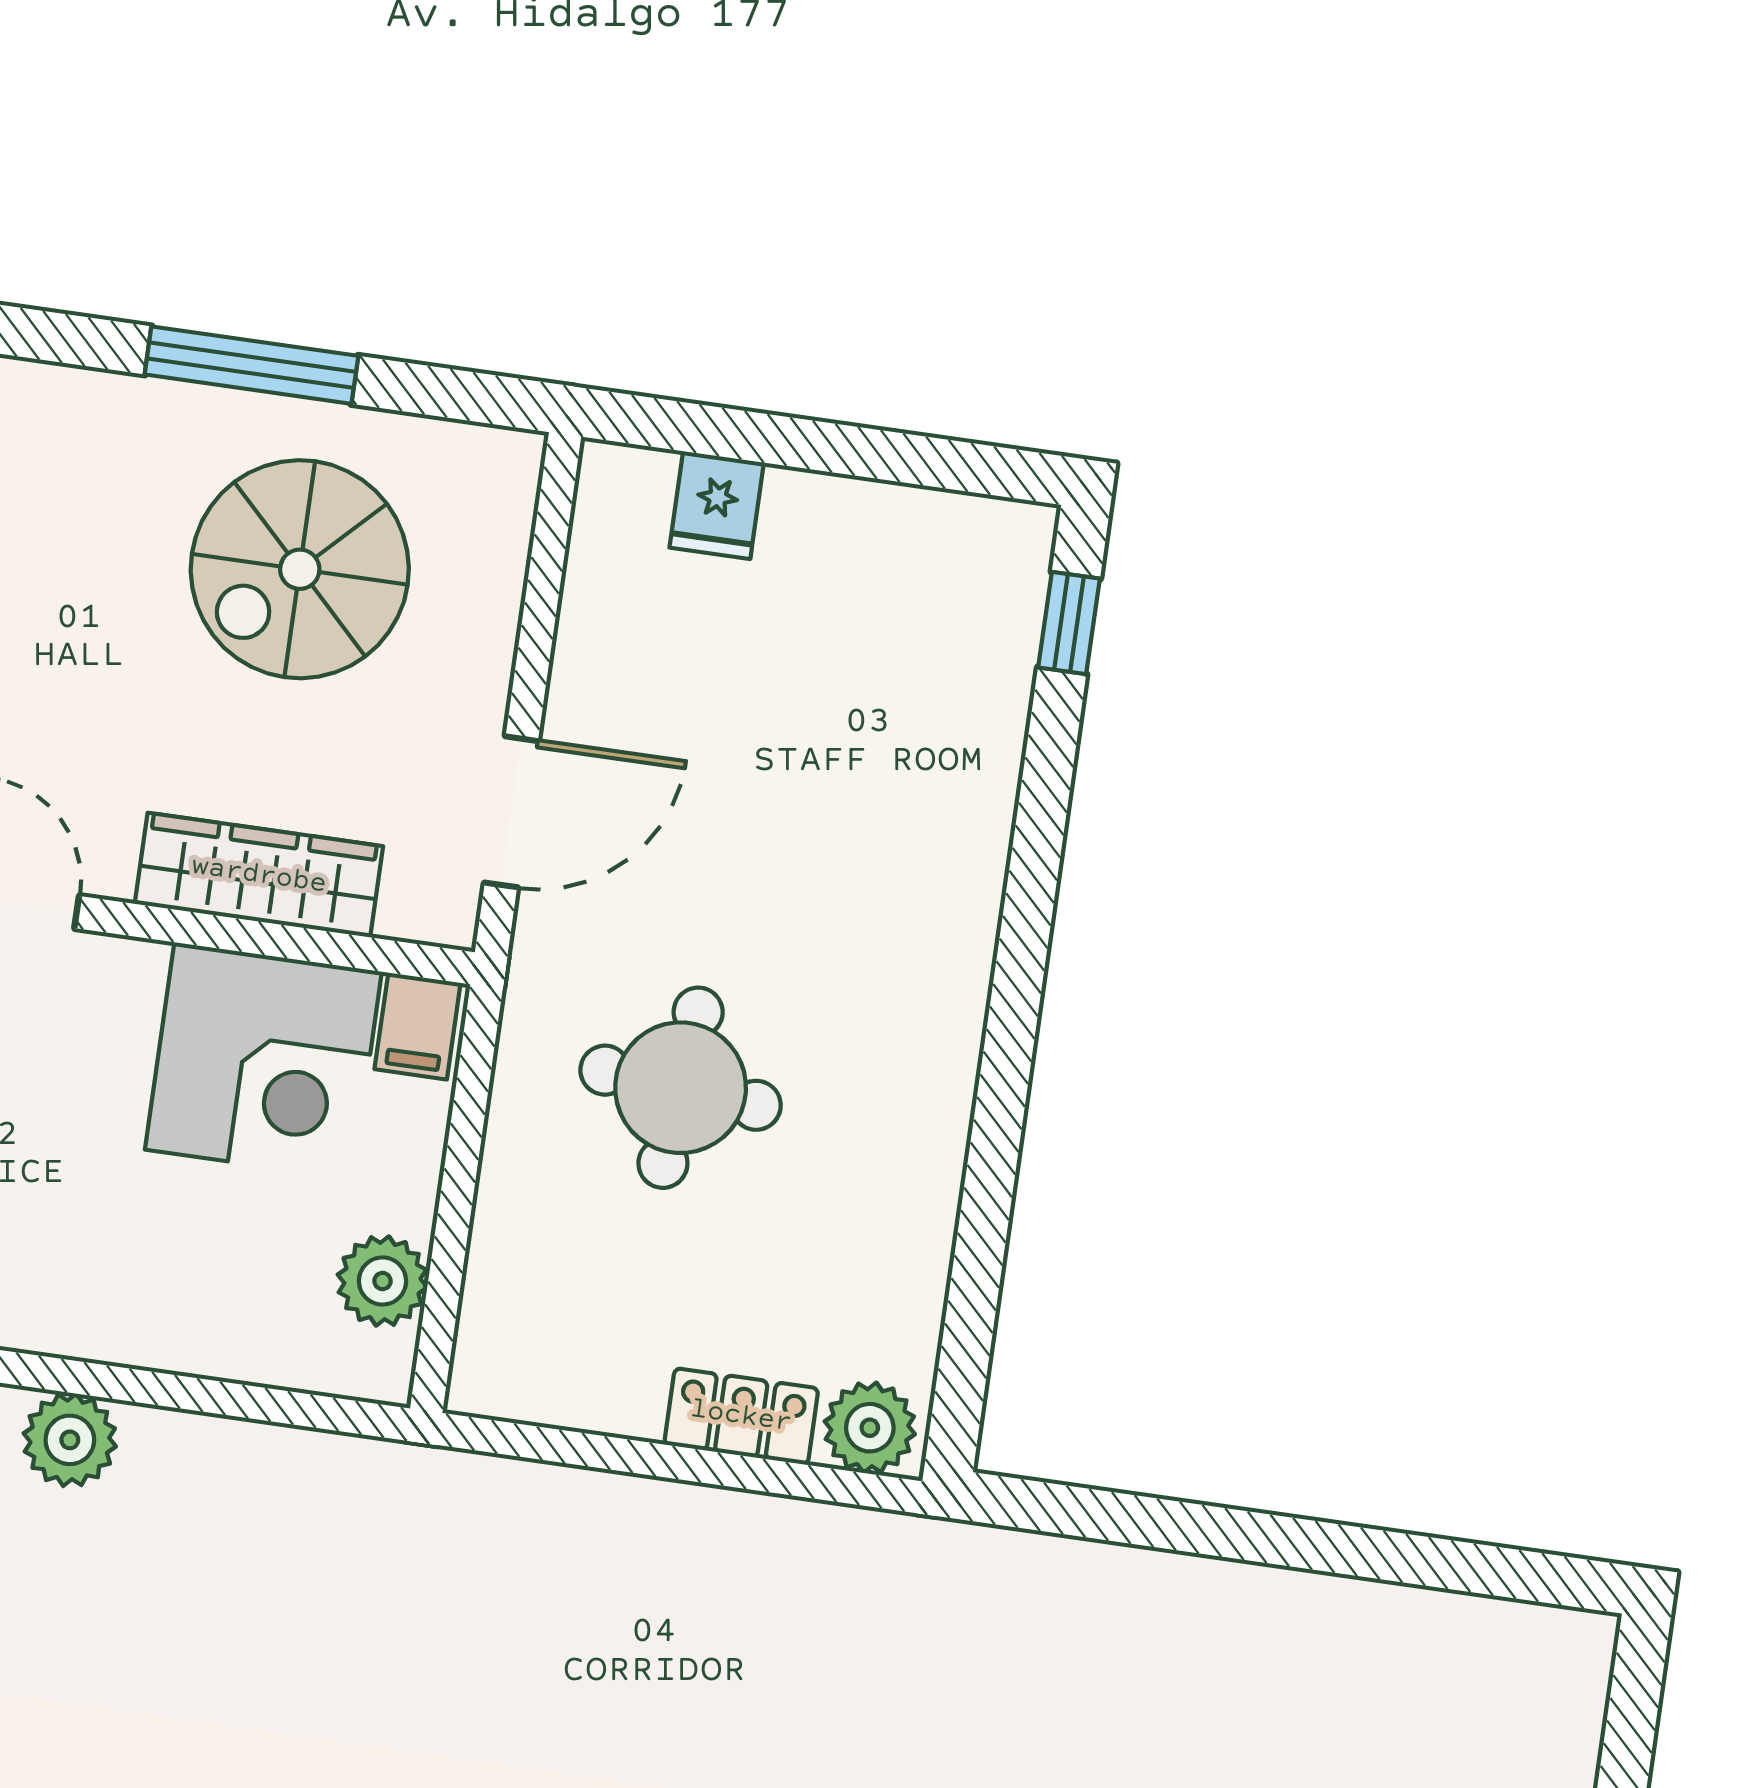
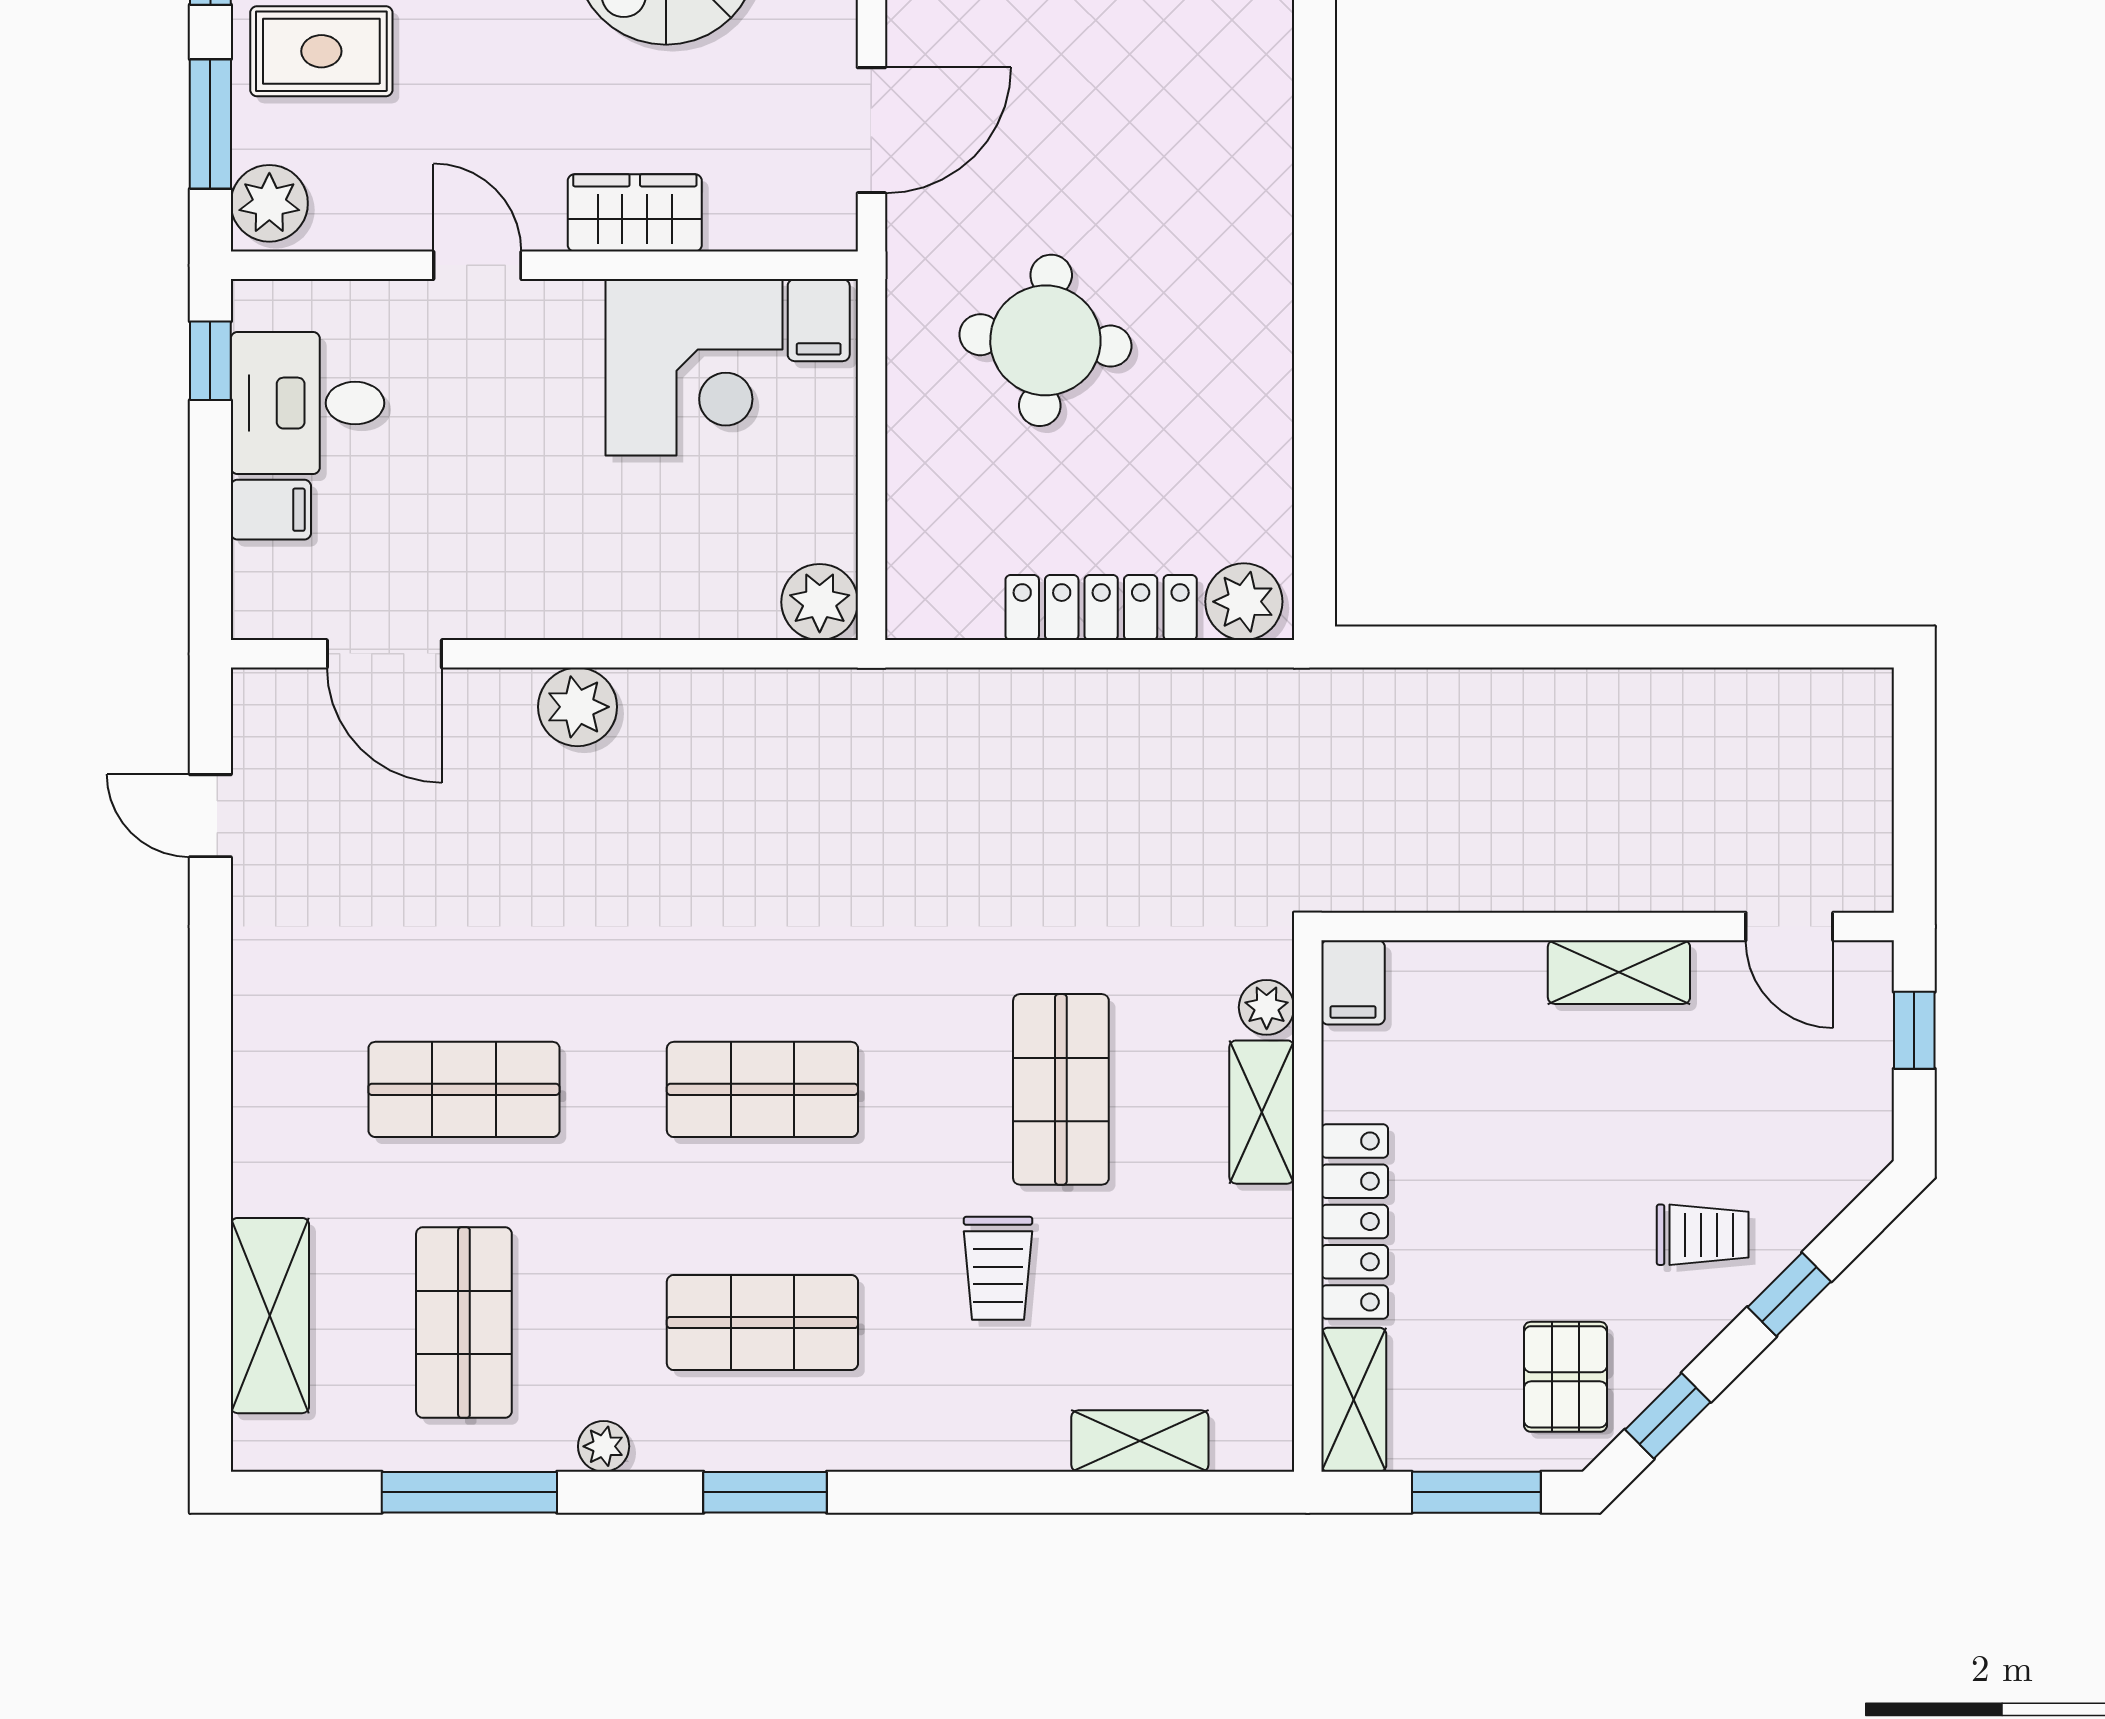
wardrobe: (259, 875) -> (635, 213), width x0.67
plant: (382, 1281) -> (820, 602), moved
locker: (741, 1416) -> (1101, 608), width x1.53

